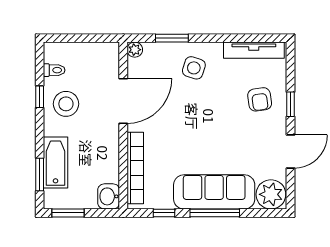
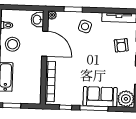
door: (123, 101) -> (45, 44), hinge flipped
sofa: (214, 192) -> (100, 97), width x0.73
washbasin: (109, 196) -> (37, 20), moved

